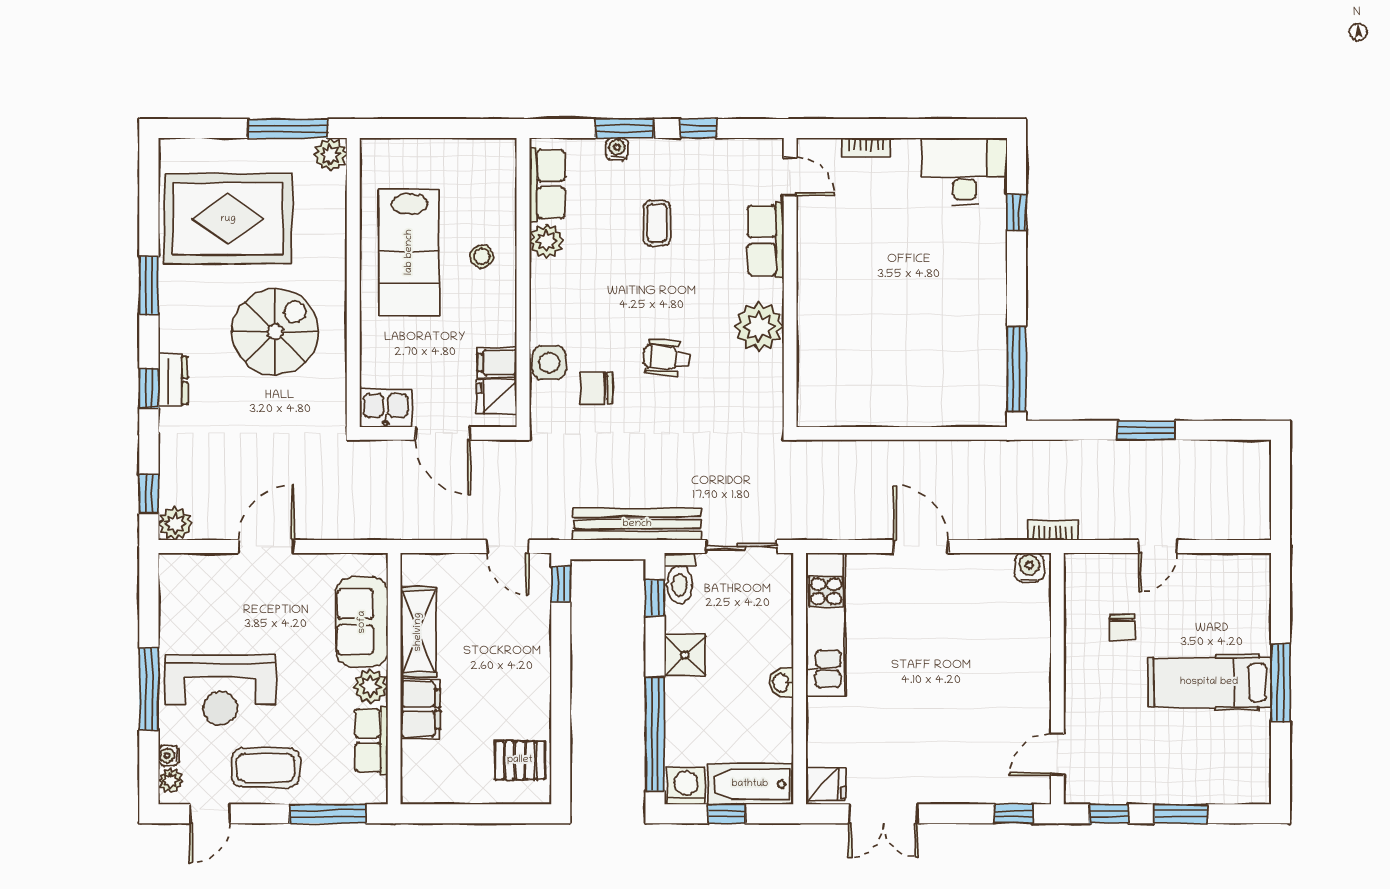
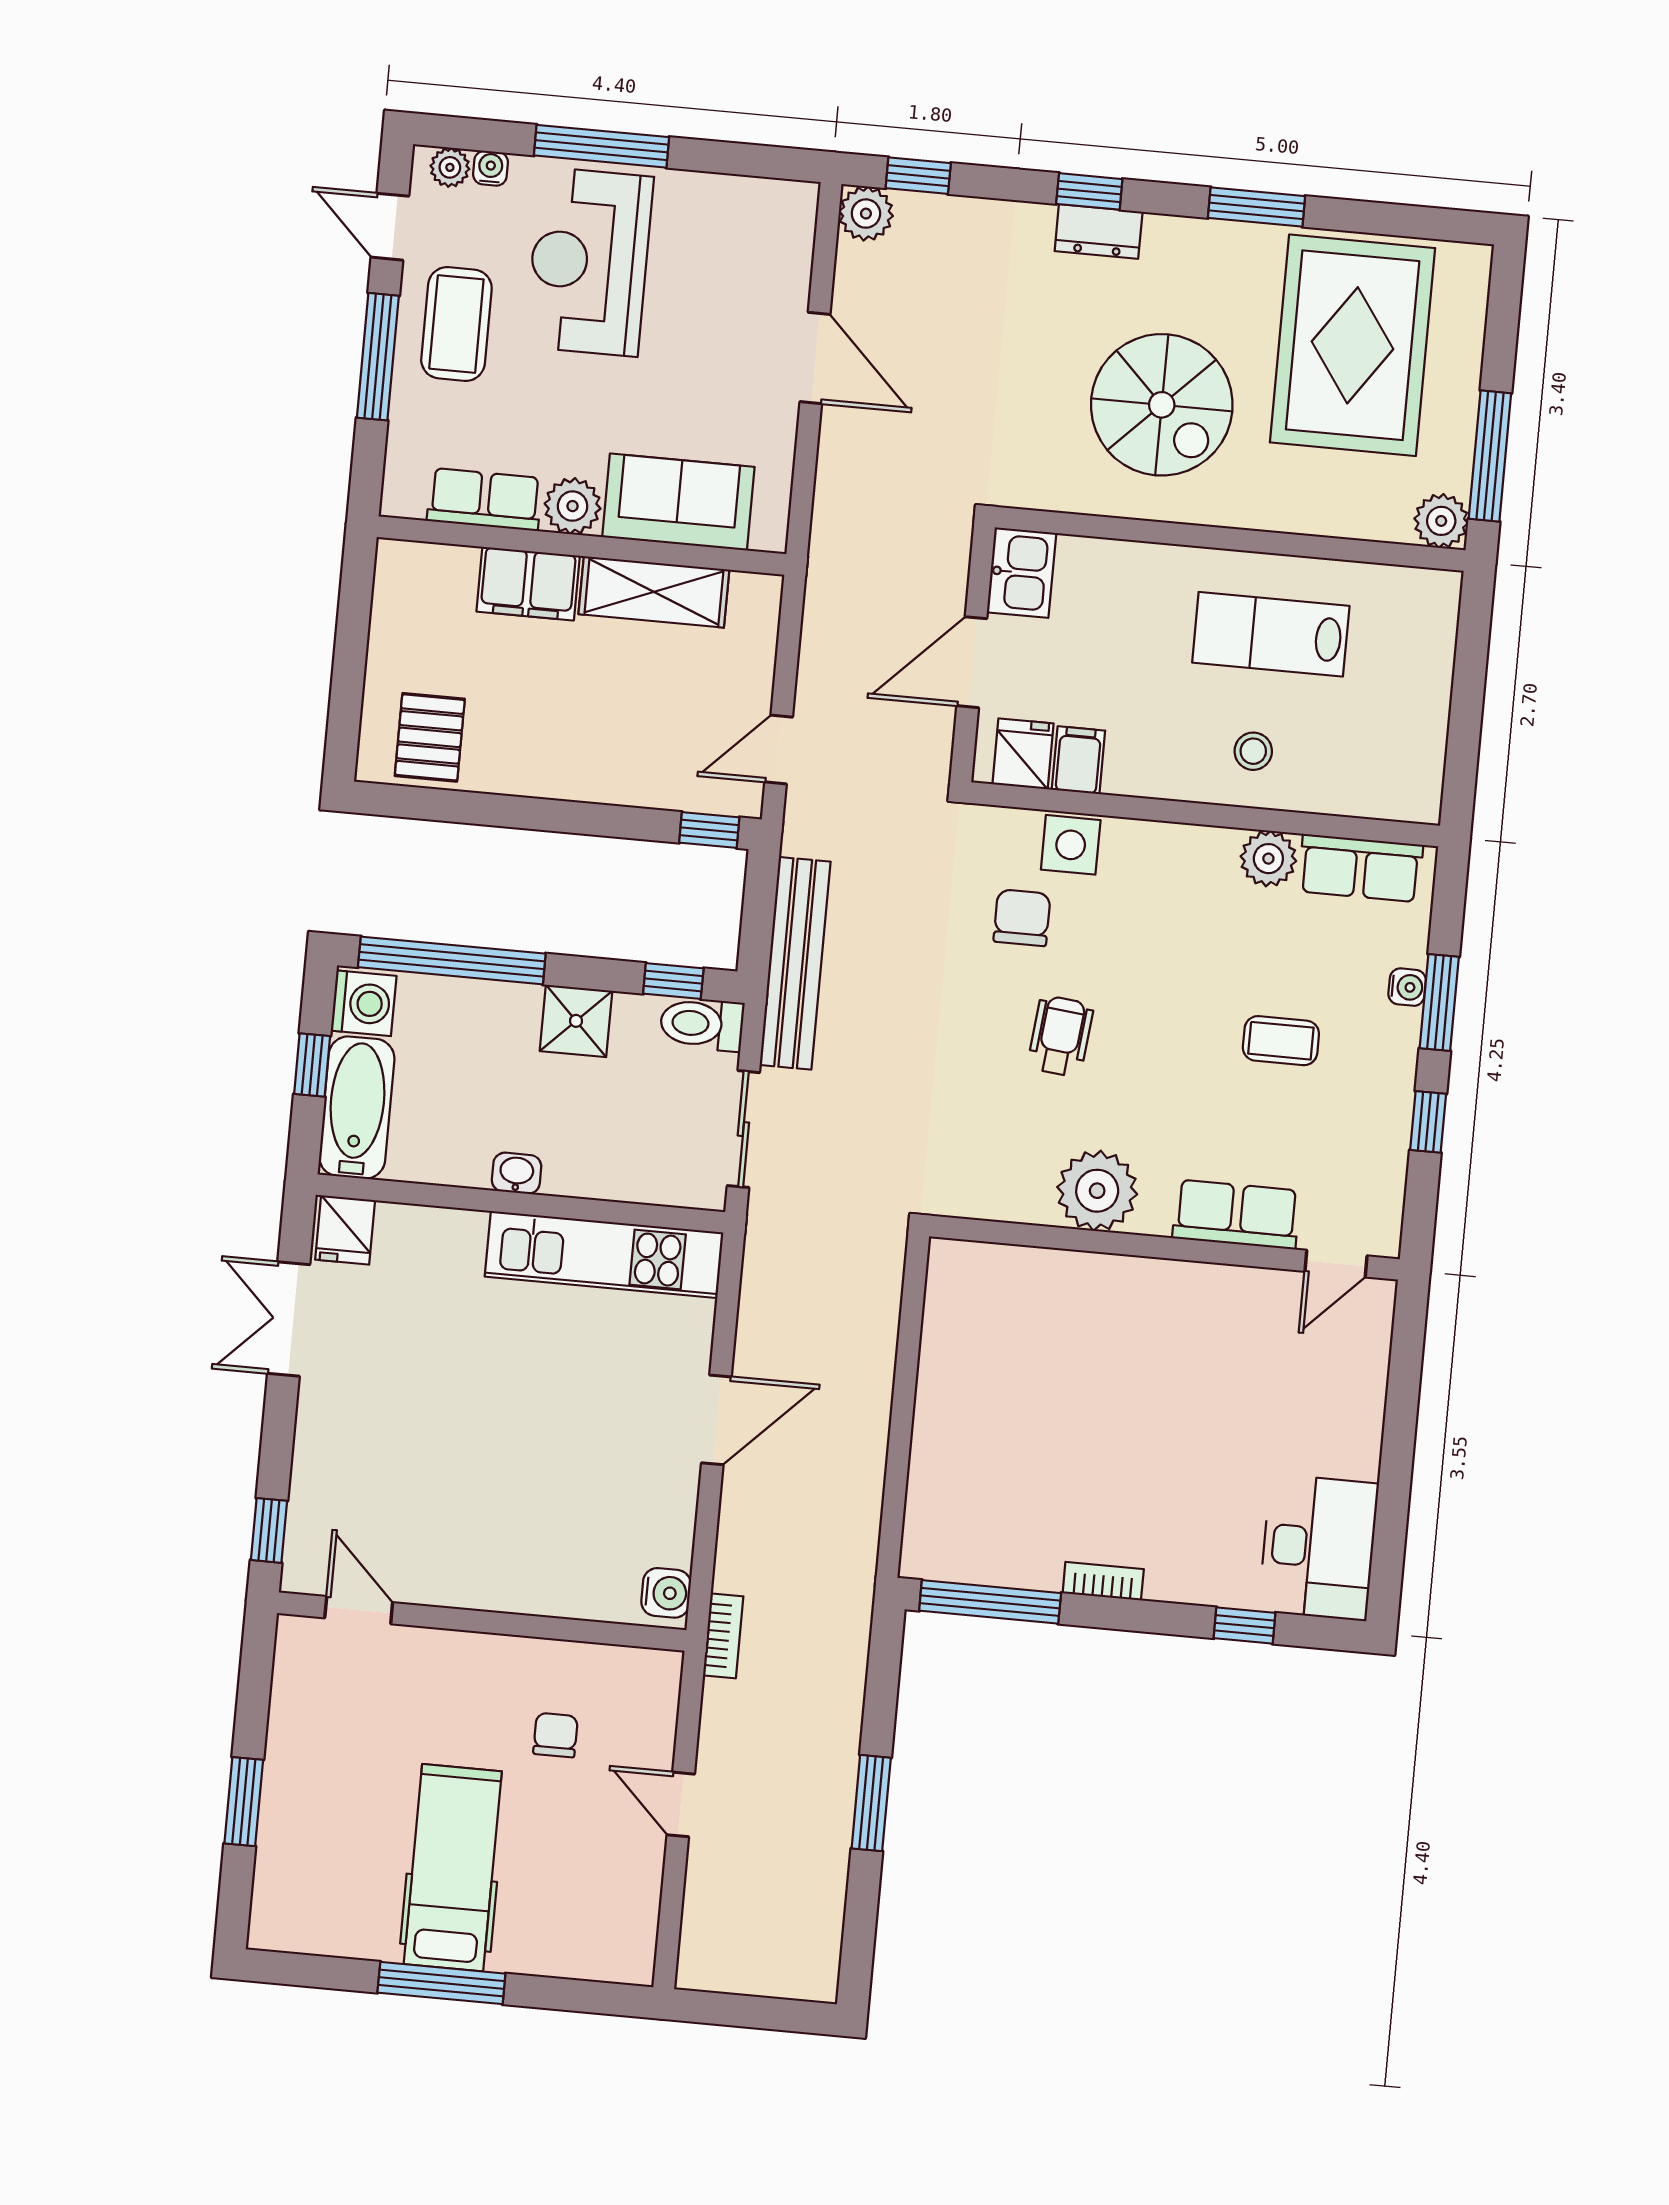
bookcase: (866, 148) -> (1103, 1581), moved, turned 90
lab bench: (409, 252) -> (1271, 634), width x0.73, depth x0.72
chair: (1123, 627) -> (555, 1735), turned 90
window: (328, 814) -> (378, 357), moved
window: (1109, 814) -> (255, 1685), removed

